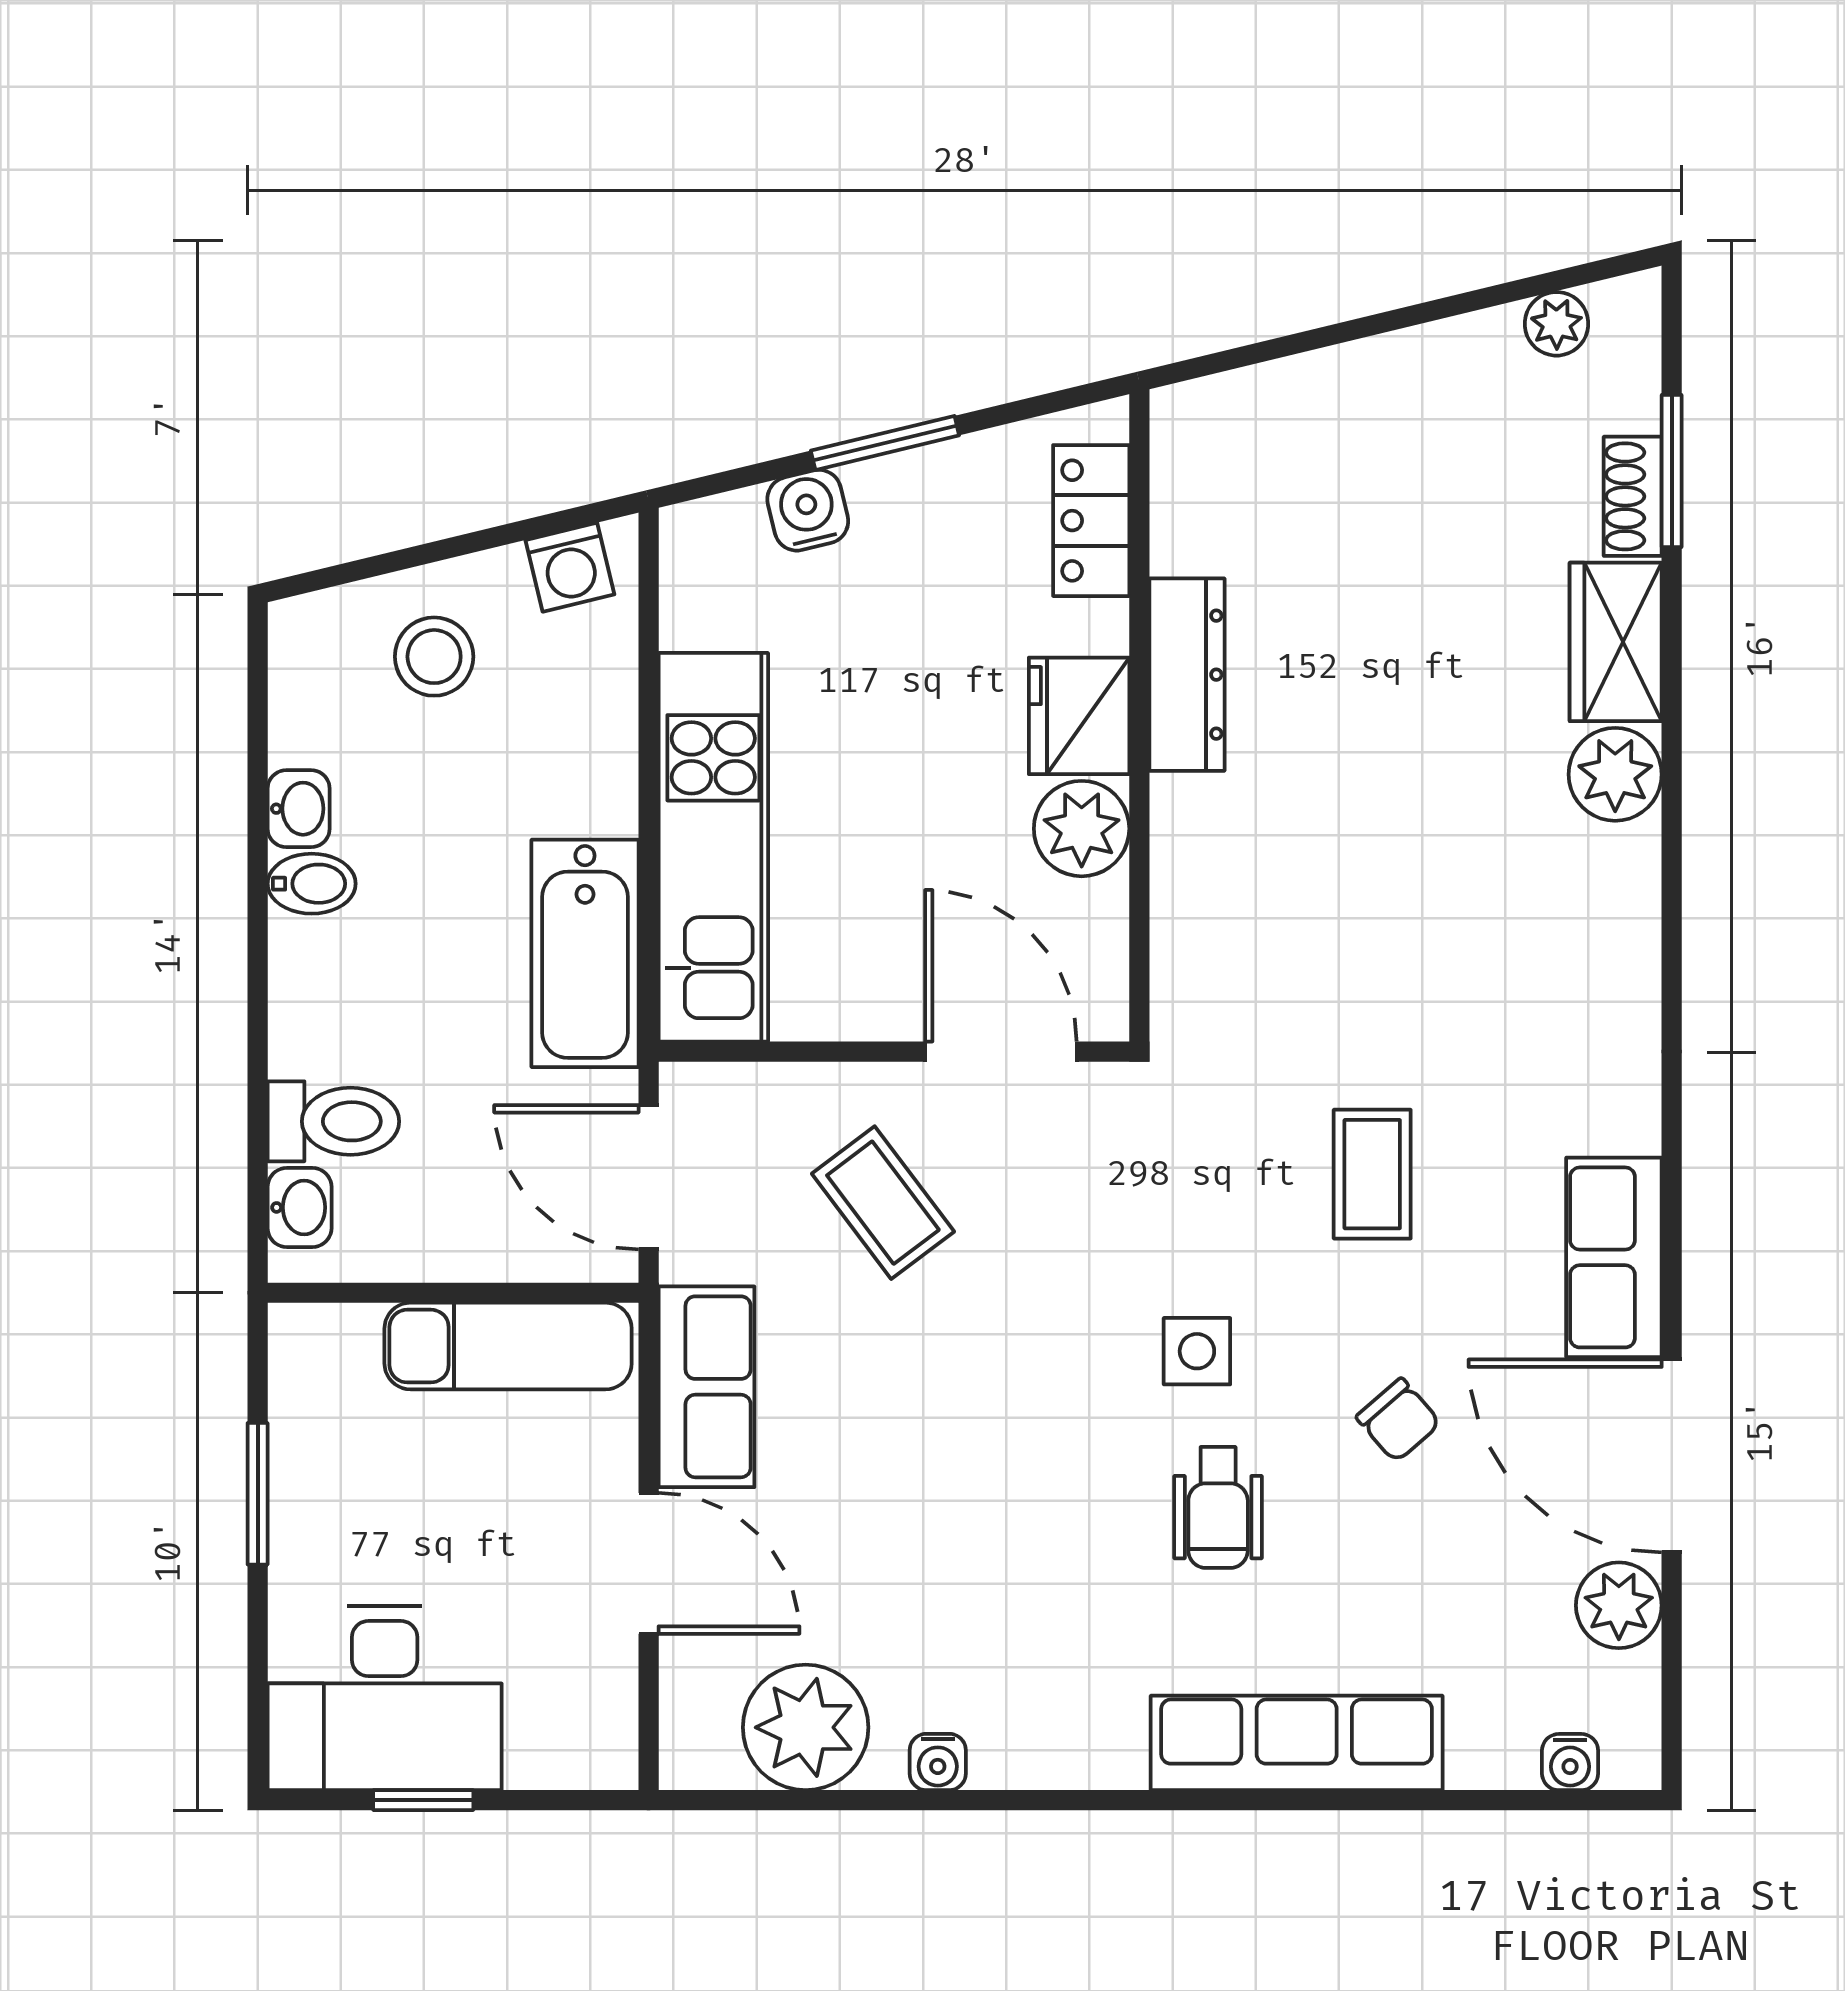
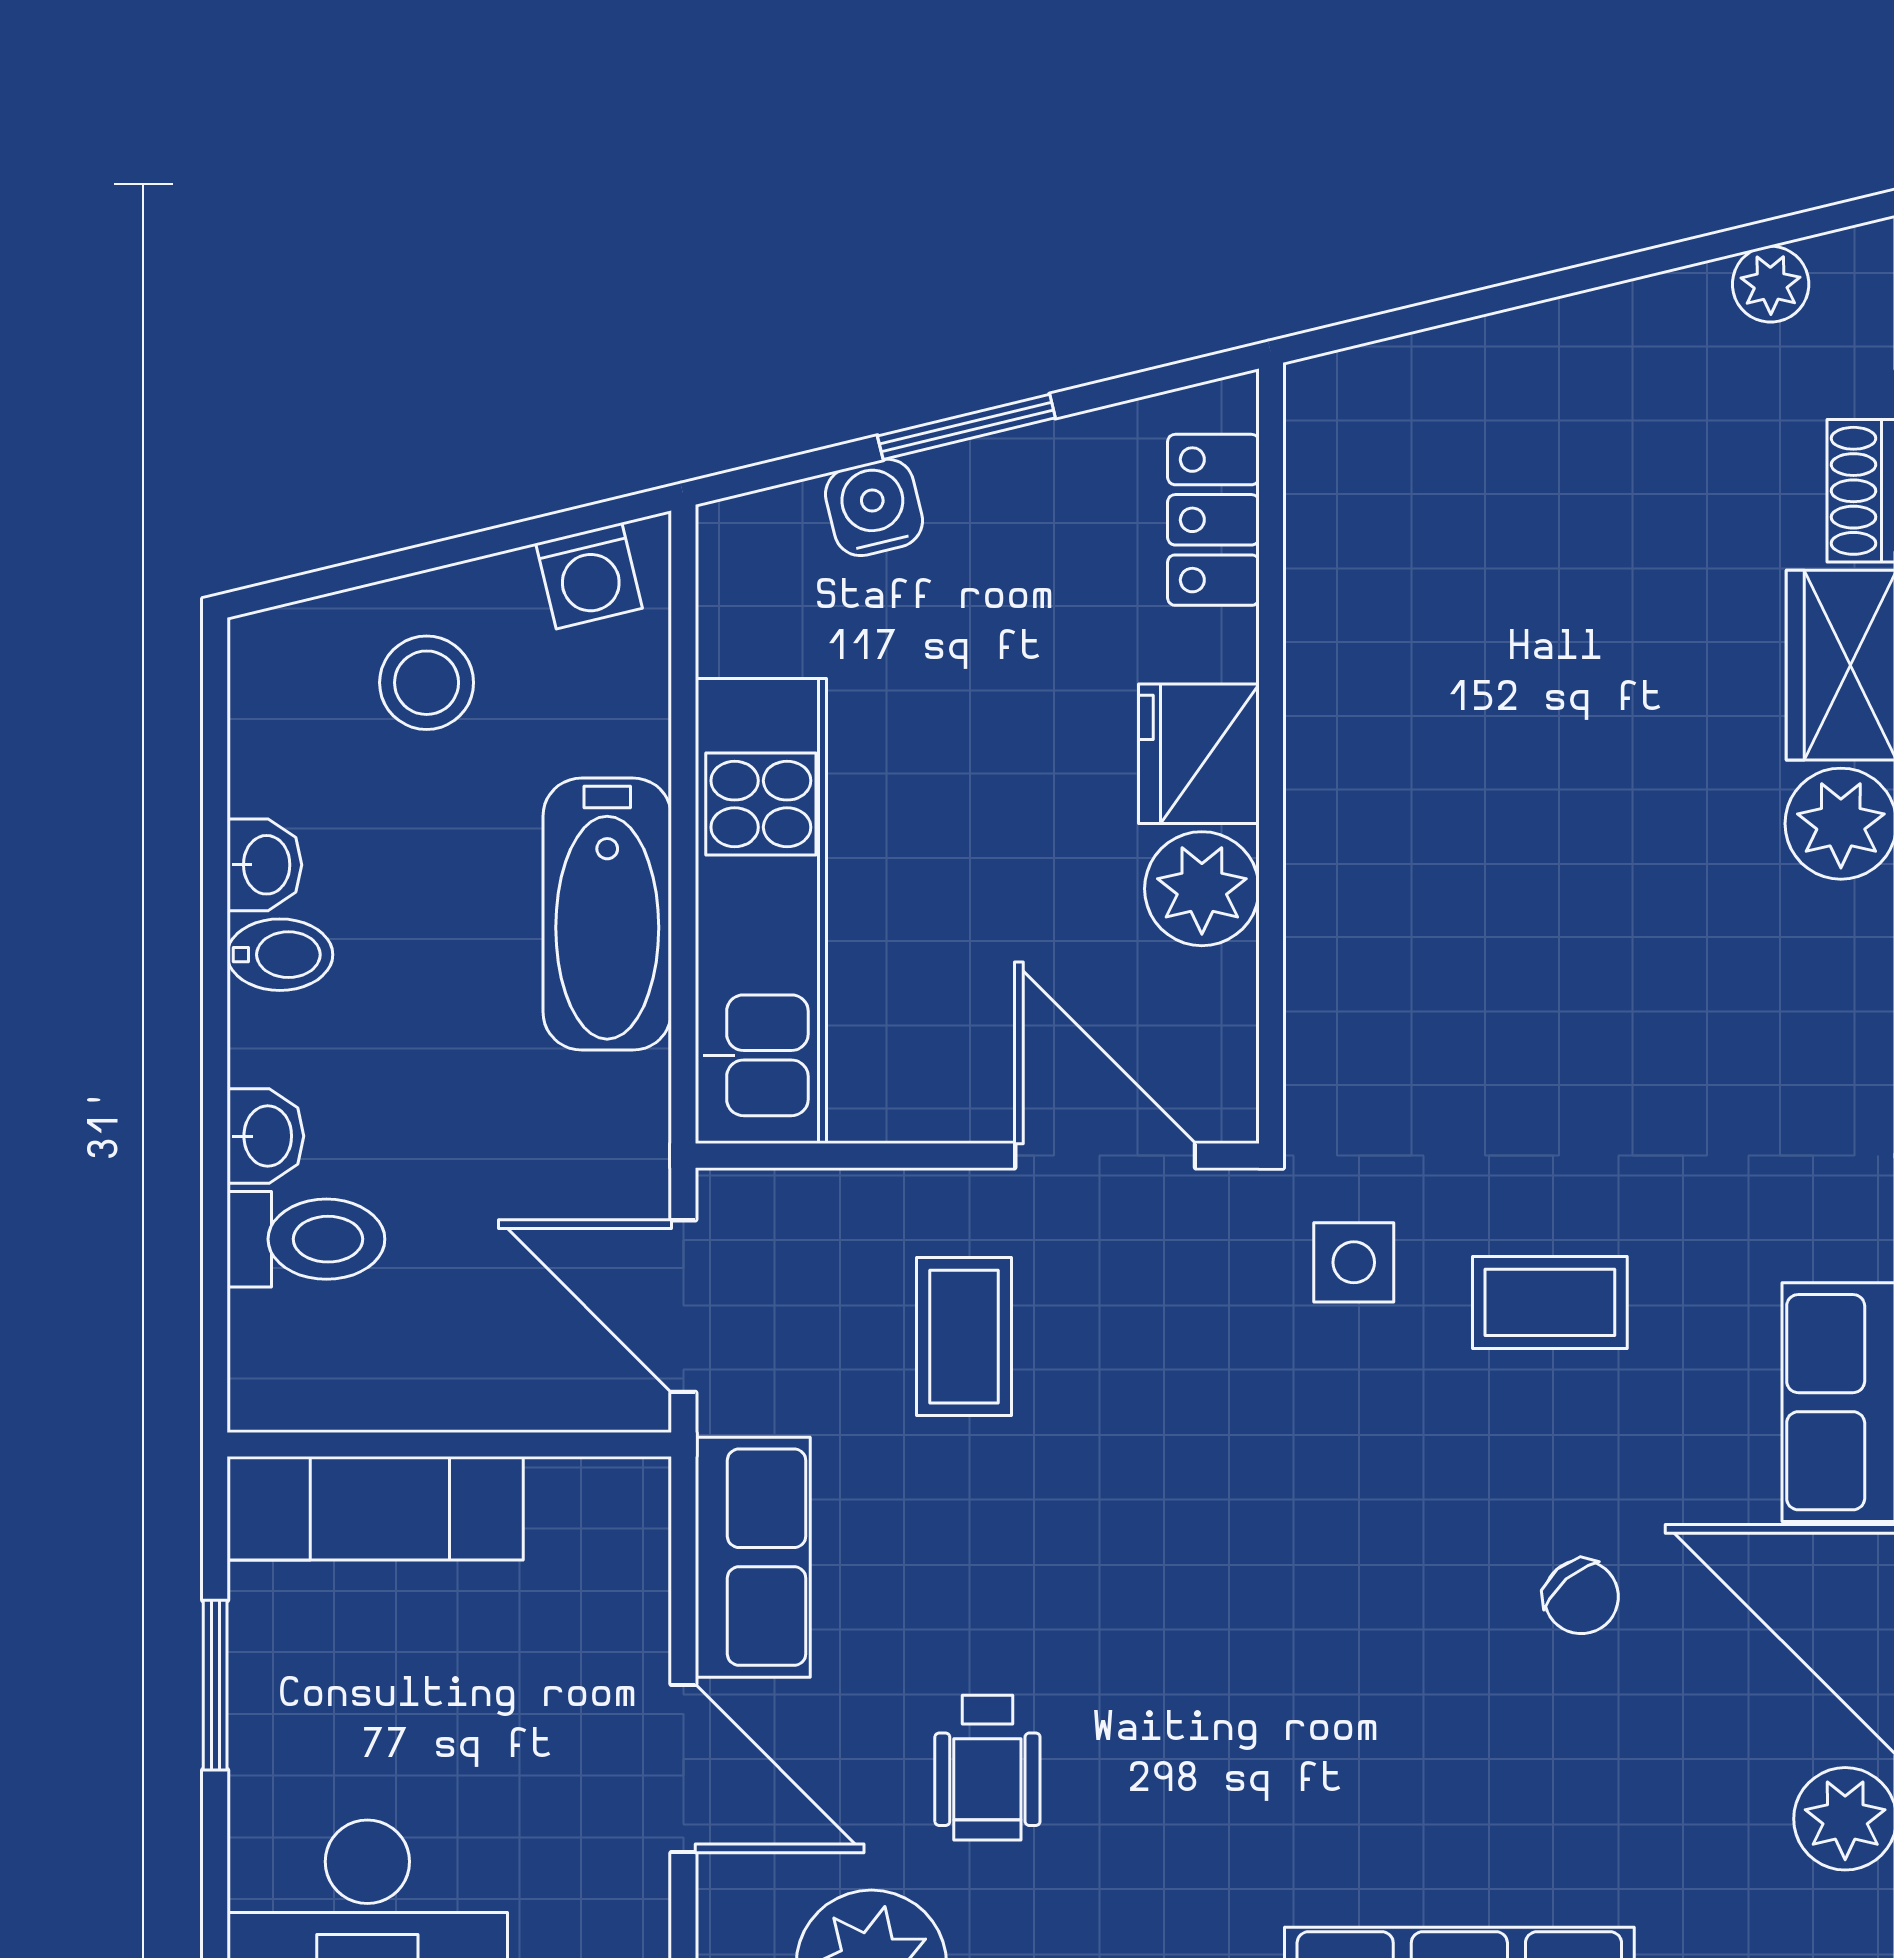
dresser: (1187, 675) -> (1328, 704), removed
bathtub: (585, 953) -> (607, 914), moved
coffee table: (1372, 1174) -> (1550, 1302), turned 90
coffee table: (883, 1203) -> (964, 1337), turned 37
washbasin: (300, 1207) -> (265, 1136), moved
exam couch: (508, 1346) -> (375, 1508), moved
side table: (1197, 1351) -> (1354, 1262), moved
wheelchair: (1218, 1507) -> (987, 1768), moved

